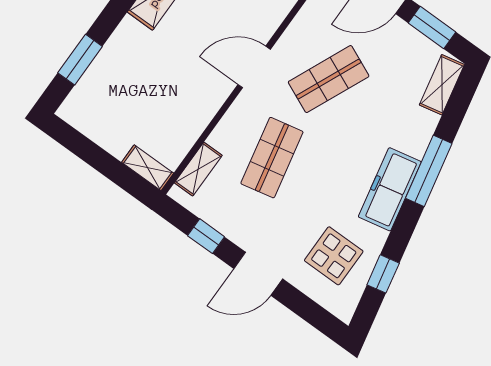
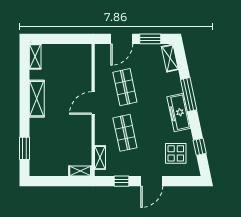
shop shelf: (329, 79) -> (125, 87), turned -36

